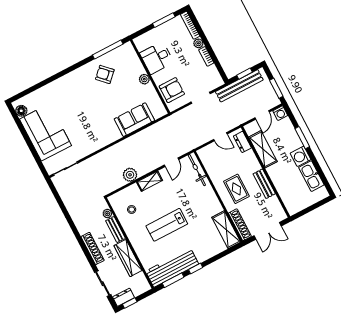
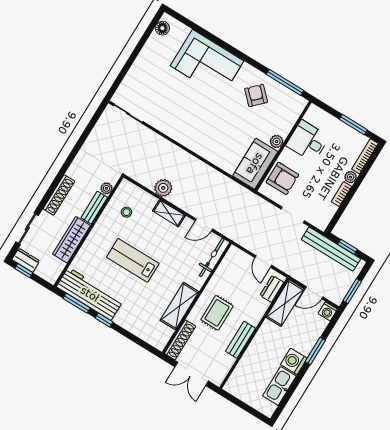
sofa: (134, 120) -> (255, 164), moved, turned -90
corner sofa: (45, 132) -> (207, 63), moved, turned 90
shelving: (263, 149) -> (285, 303), moved
shelving: (226, 230) -> (179, 306), moved

